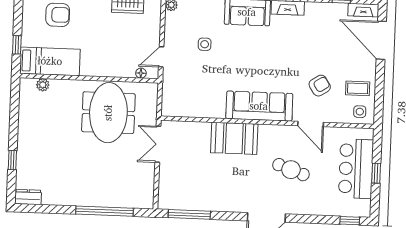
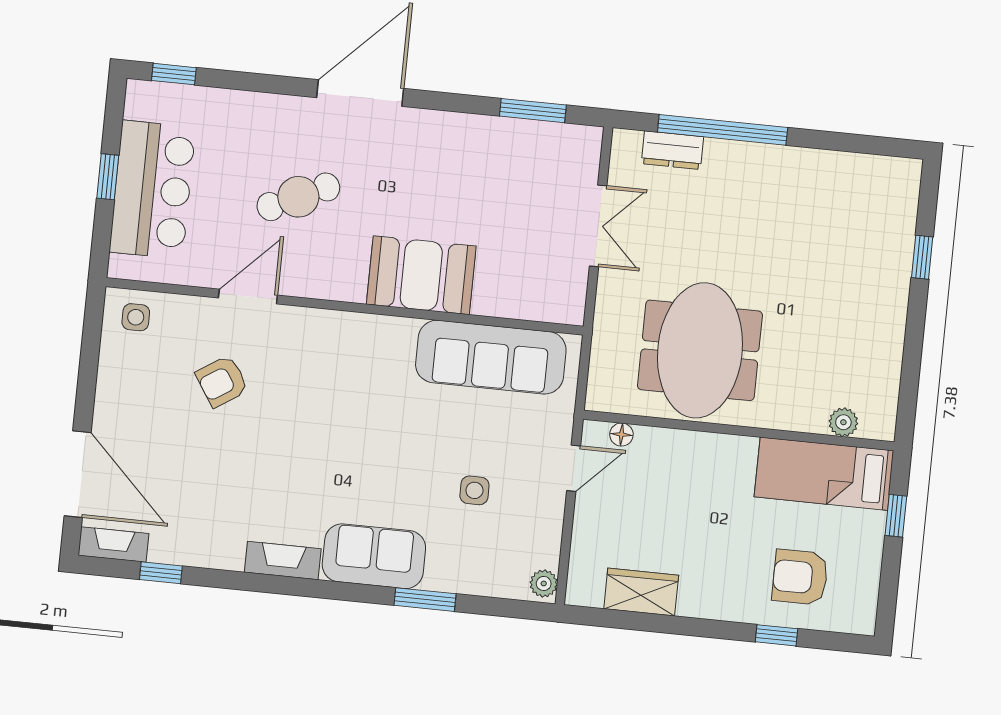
coffee table: (358, 88) -> (137, 370), removed
sofa: (259, 106) -> (491, 357), moved
door: (311, 124) -> (248, 297), hinge flipped
double door: (158, 144) -> (598, 226), moved
cafe table: (291, 170) -> (298, 197), turned -45
dresser: (28, 197) -> (672, 150), moved
window: (189, 214) -> (533, 111), width x0.69

